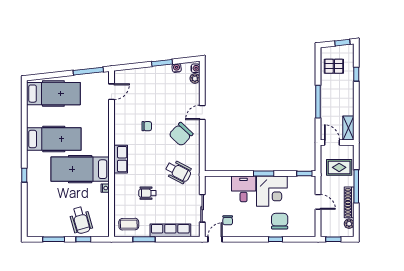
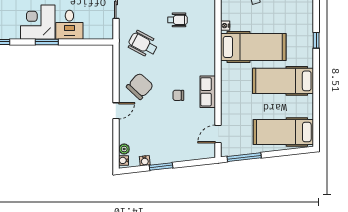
row of seats: (121, 159) -> (208, 92), moved

